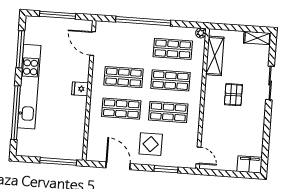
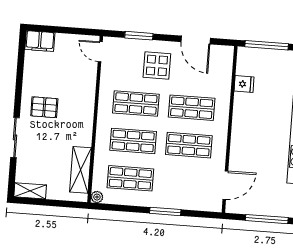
window: (143, 21) -> (165, 211), width x0.47
door: (93, 43) -> (225, 185), hinge flipped
fridge: (80, 89) -> (244, 84), moved
pallet: (233, 95) -> (44, 107), moved, turned 90

